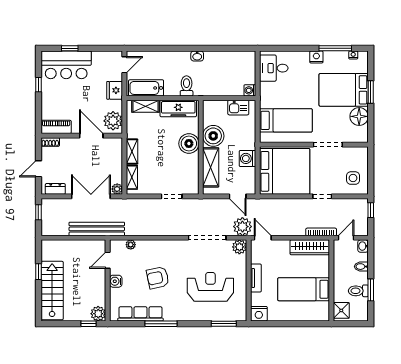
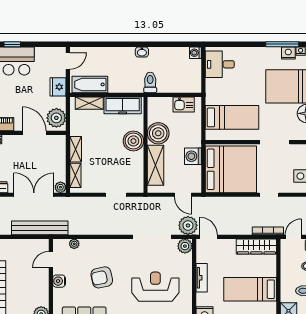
nightstand: (316, 57) -> (288, 53), moved
toilet: (187, 86) -> (150, 82), moved
washing machine: (250, 90) -> (195, 53), moved

